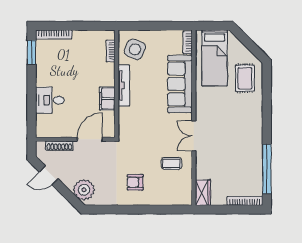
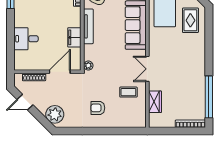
plant: (124, 132) -> (88, 66), added
wardrobe: (203, 193) -> (155, 102), moved

